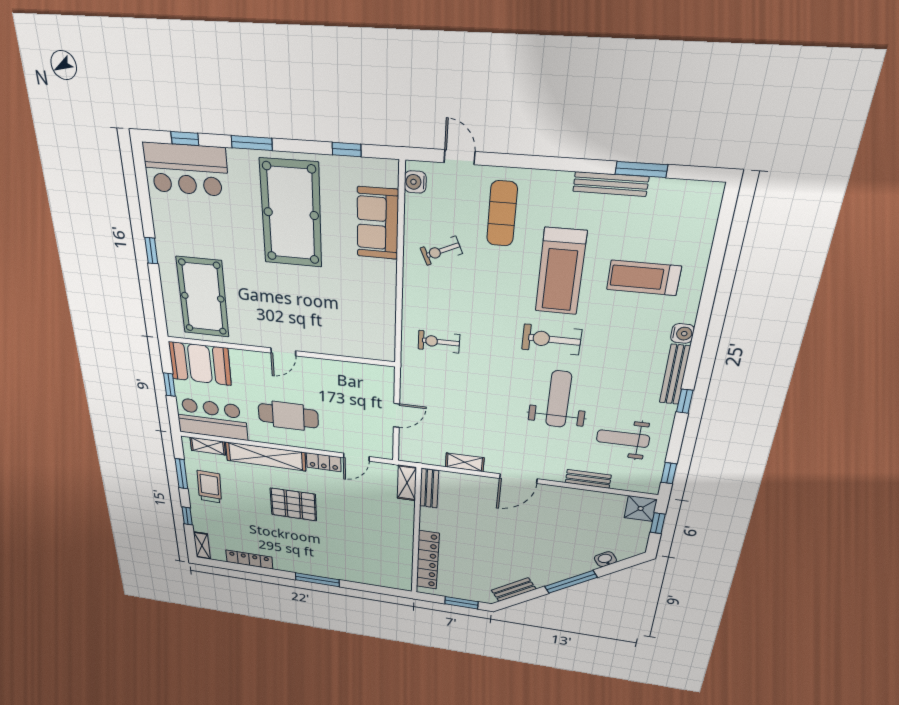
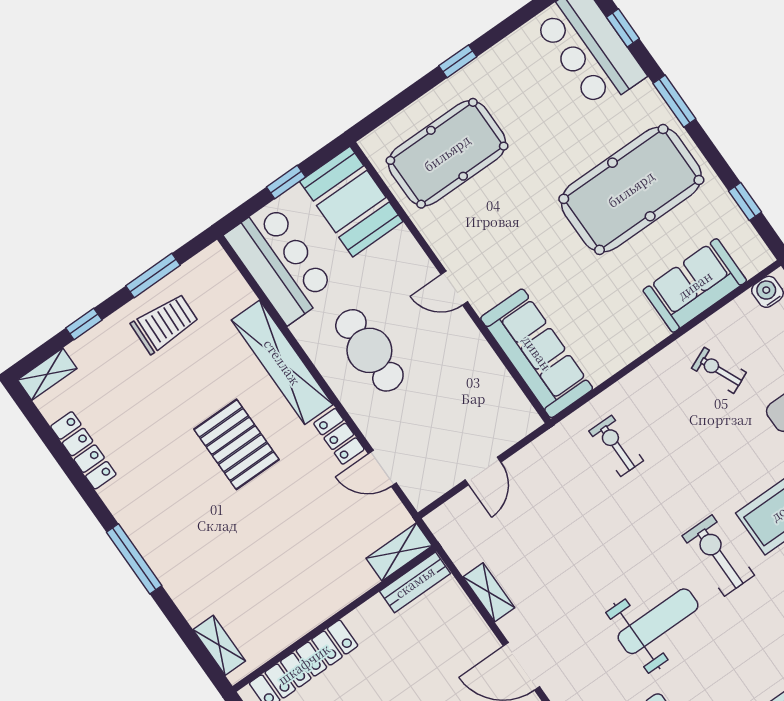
sofa: (352, 340) -> (537, 353), added
door: (397, 415) -> (483, 471), hinge flipped
shelving: (208, 446) -> (219, 645), moved

